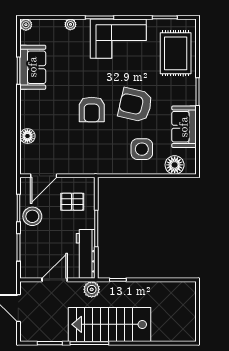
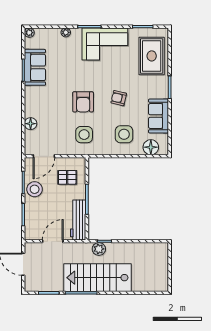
armchair: (135, 105) -> (119, 98), width x0.53, depth x0.53
side table: (93, 149) -> (84, 135), added
plant: (92, 289) -> (99, 249), moved

